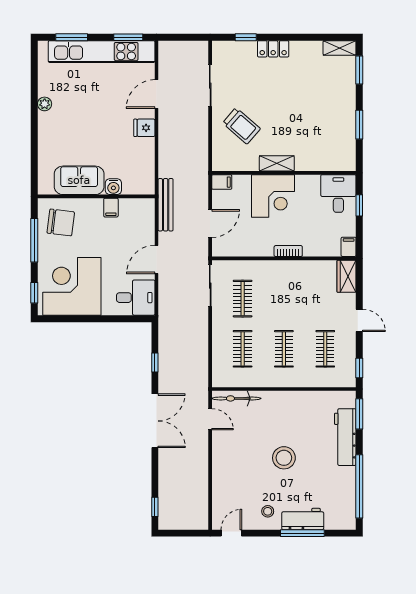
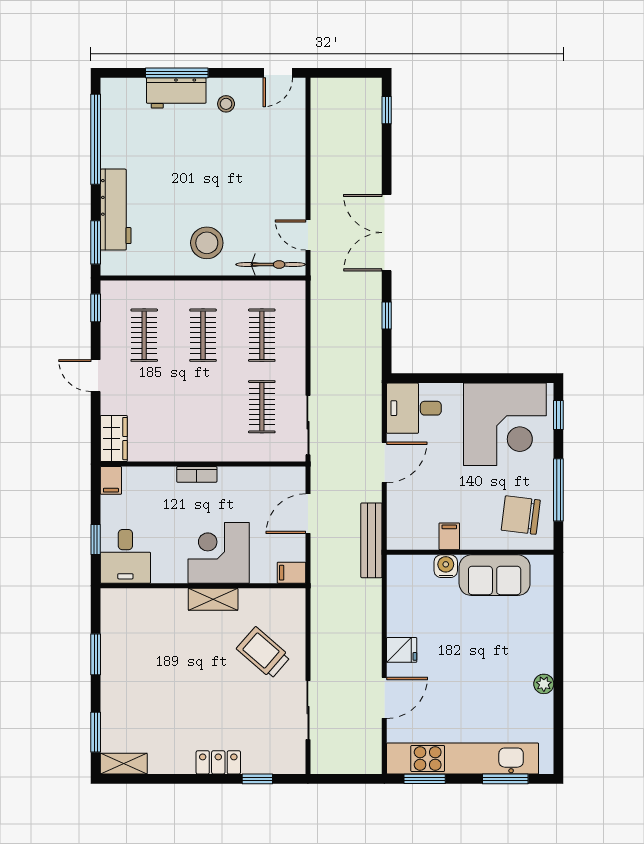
stool: (284, 458) -> (207, 243), moved

